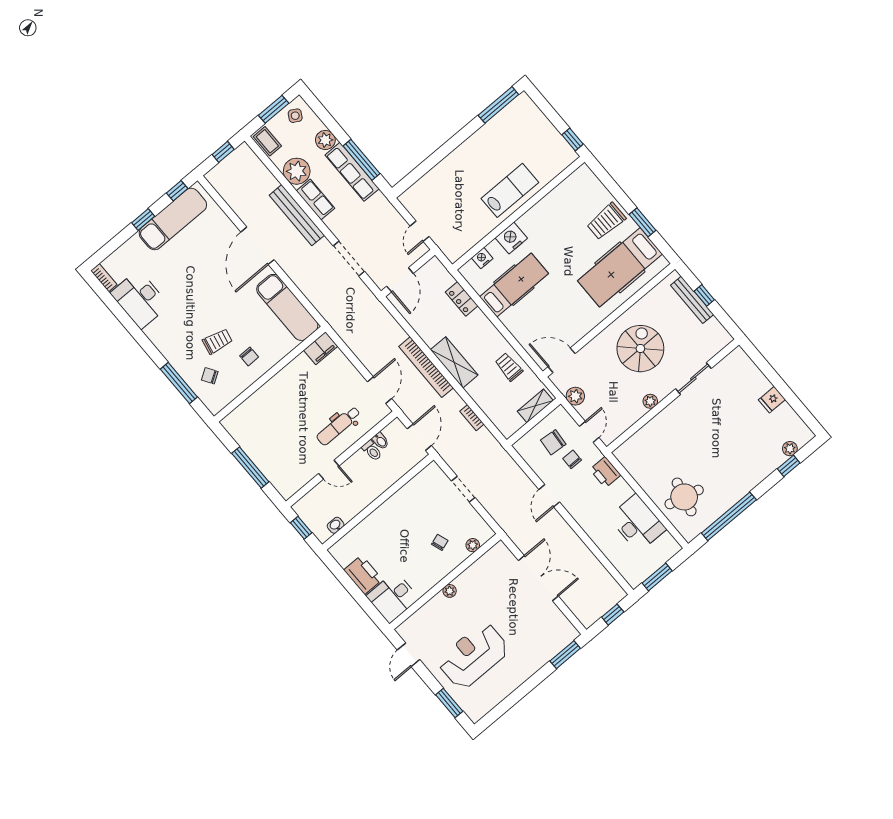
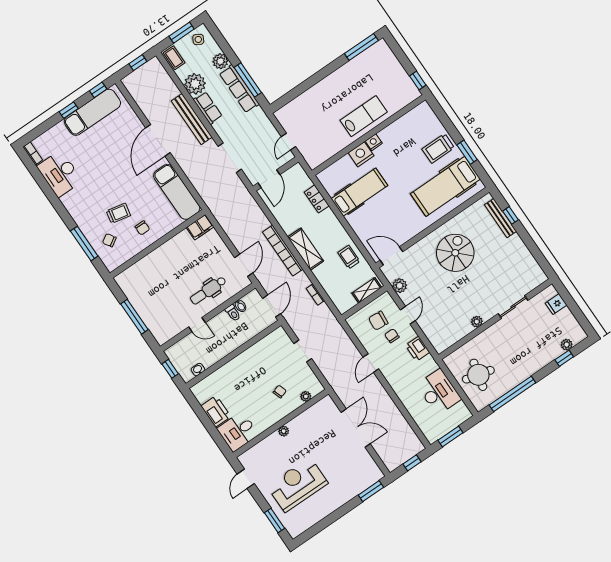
nightstand: (482, 258) -> (374, 142), moved
sliding door: (693, 379) -> (513, 307), moved
wall: (673, 396) -> (495, 319), moved
plant: (650, 401) -> (477, 322), moved

